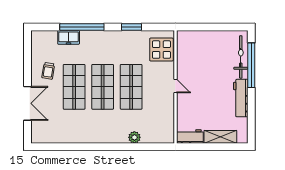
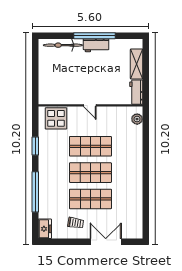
freezer: (69, 37) -> (45, 229), moved
window: (251, 65) -> (95, 36), moved
door: (175, 86) -> (90, 105), swing flipped
workbench: (241, 98) -> (96, 45), width x0.73
plant: (134, 137) -> (137, 119), moved

